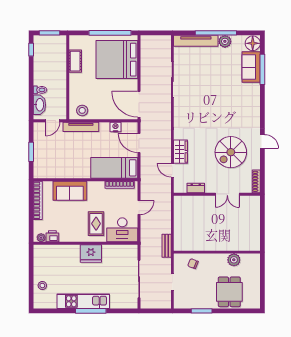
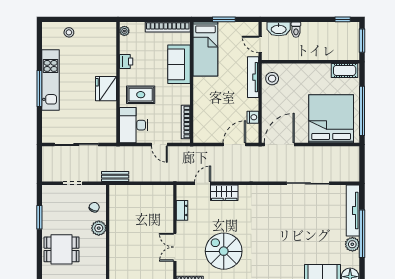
cot: (75, 61) -> (345, 70), moved
bed: (114, 168) -> (205, 49), moved, turned 180
printer: (52, 236) -> (126, 61), moved
plant: (234, 260) -> (99, 228), moved

